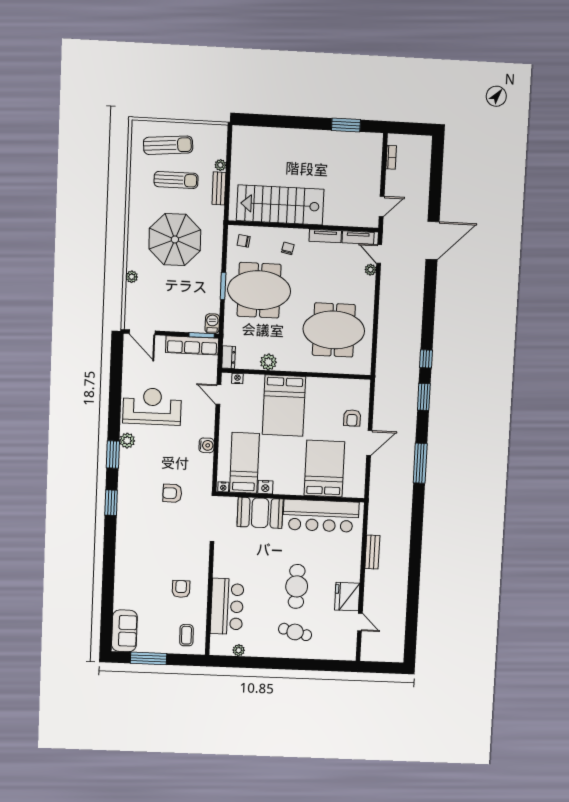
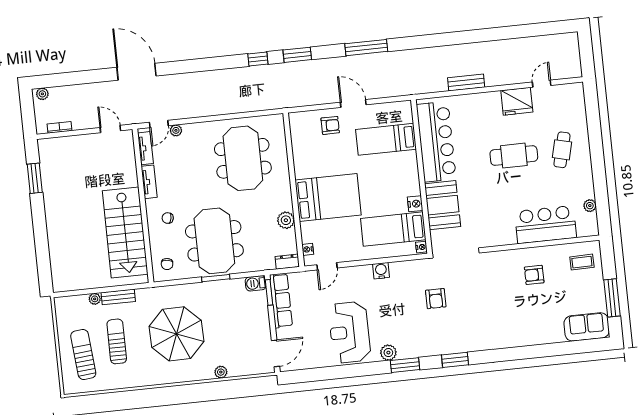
plant: (426, 146) -> (42, 94), added
bed: (324, 469) -> (386, 139), width x0.67

